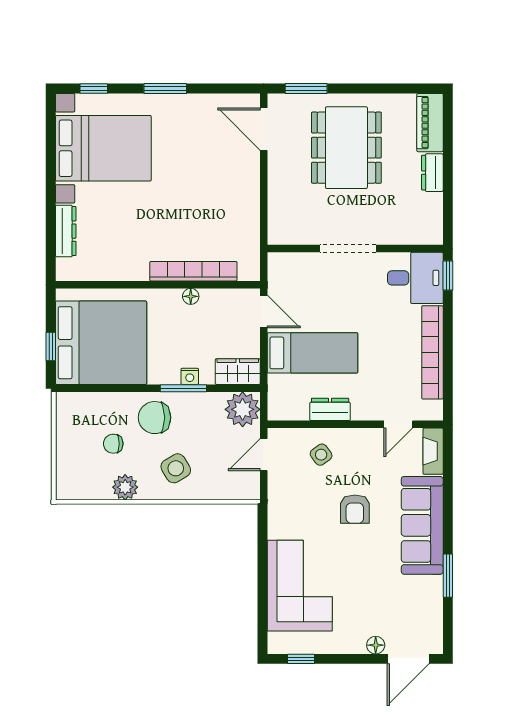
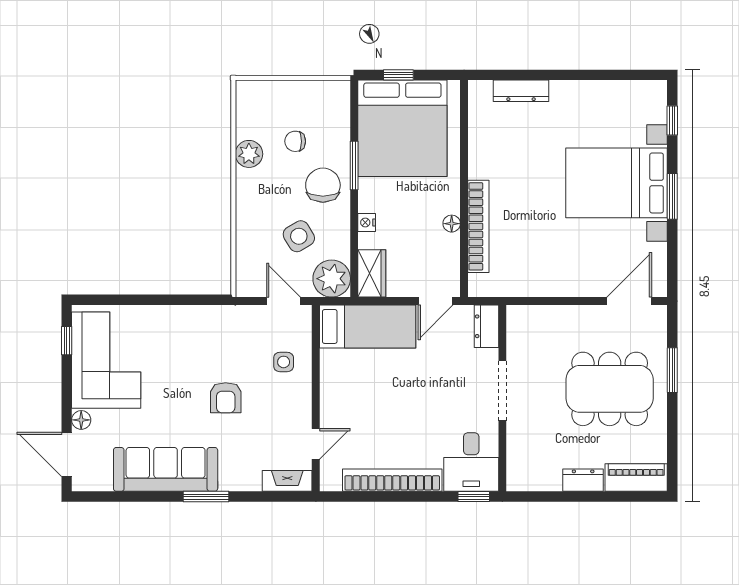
window: (306, 89) -> (672, 370), moved
bed with nightstands: (103, 148) -> (617, 183), moved, turned 90
bed: (312, 353) -> (368, 326), moved, turned -90
window: (183, 388) -> (354, 165), moved
dresser: (330, 409) -> (487, 326), moved, turned 180
door: (398, 424) -> (316, 444), swing flipped
chair: (113, 444) -> (295, 141), turned -90
side table: (321, 455) -> (284, 362), turned 37
side table: (176, 468) -> (299, 236), moved
armchair: (355, 509) -> (226, 398), turned -90
sofa: (422, 525) -> (166, 469), moved
window: (448, 576) -> (206, 497), moved
corner sofa: (300, 586) -> (106, 360), moved, turned -90

